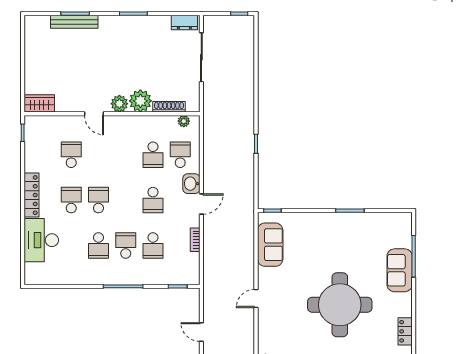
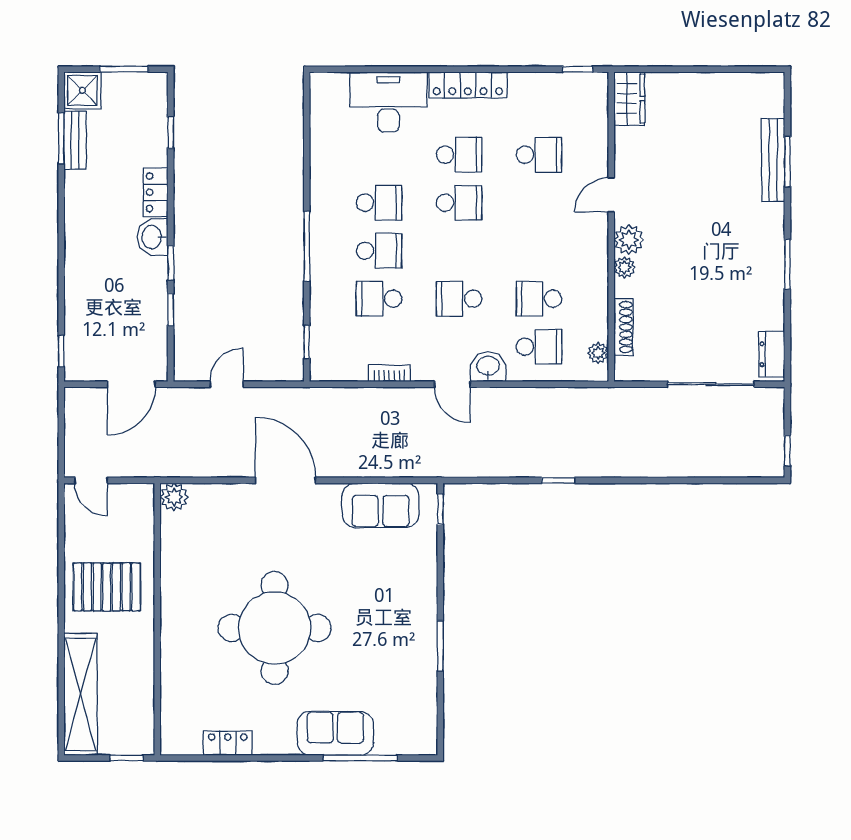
plant: (140, 101) -> (624, 267), width x0.53, depth x0.53
school desk: (98, 246) -> (379, 203), turned 180
door: (256, 299) -> (285, 480), width x1.87

